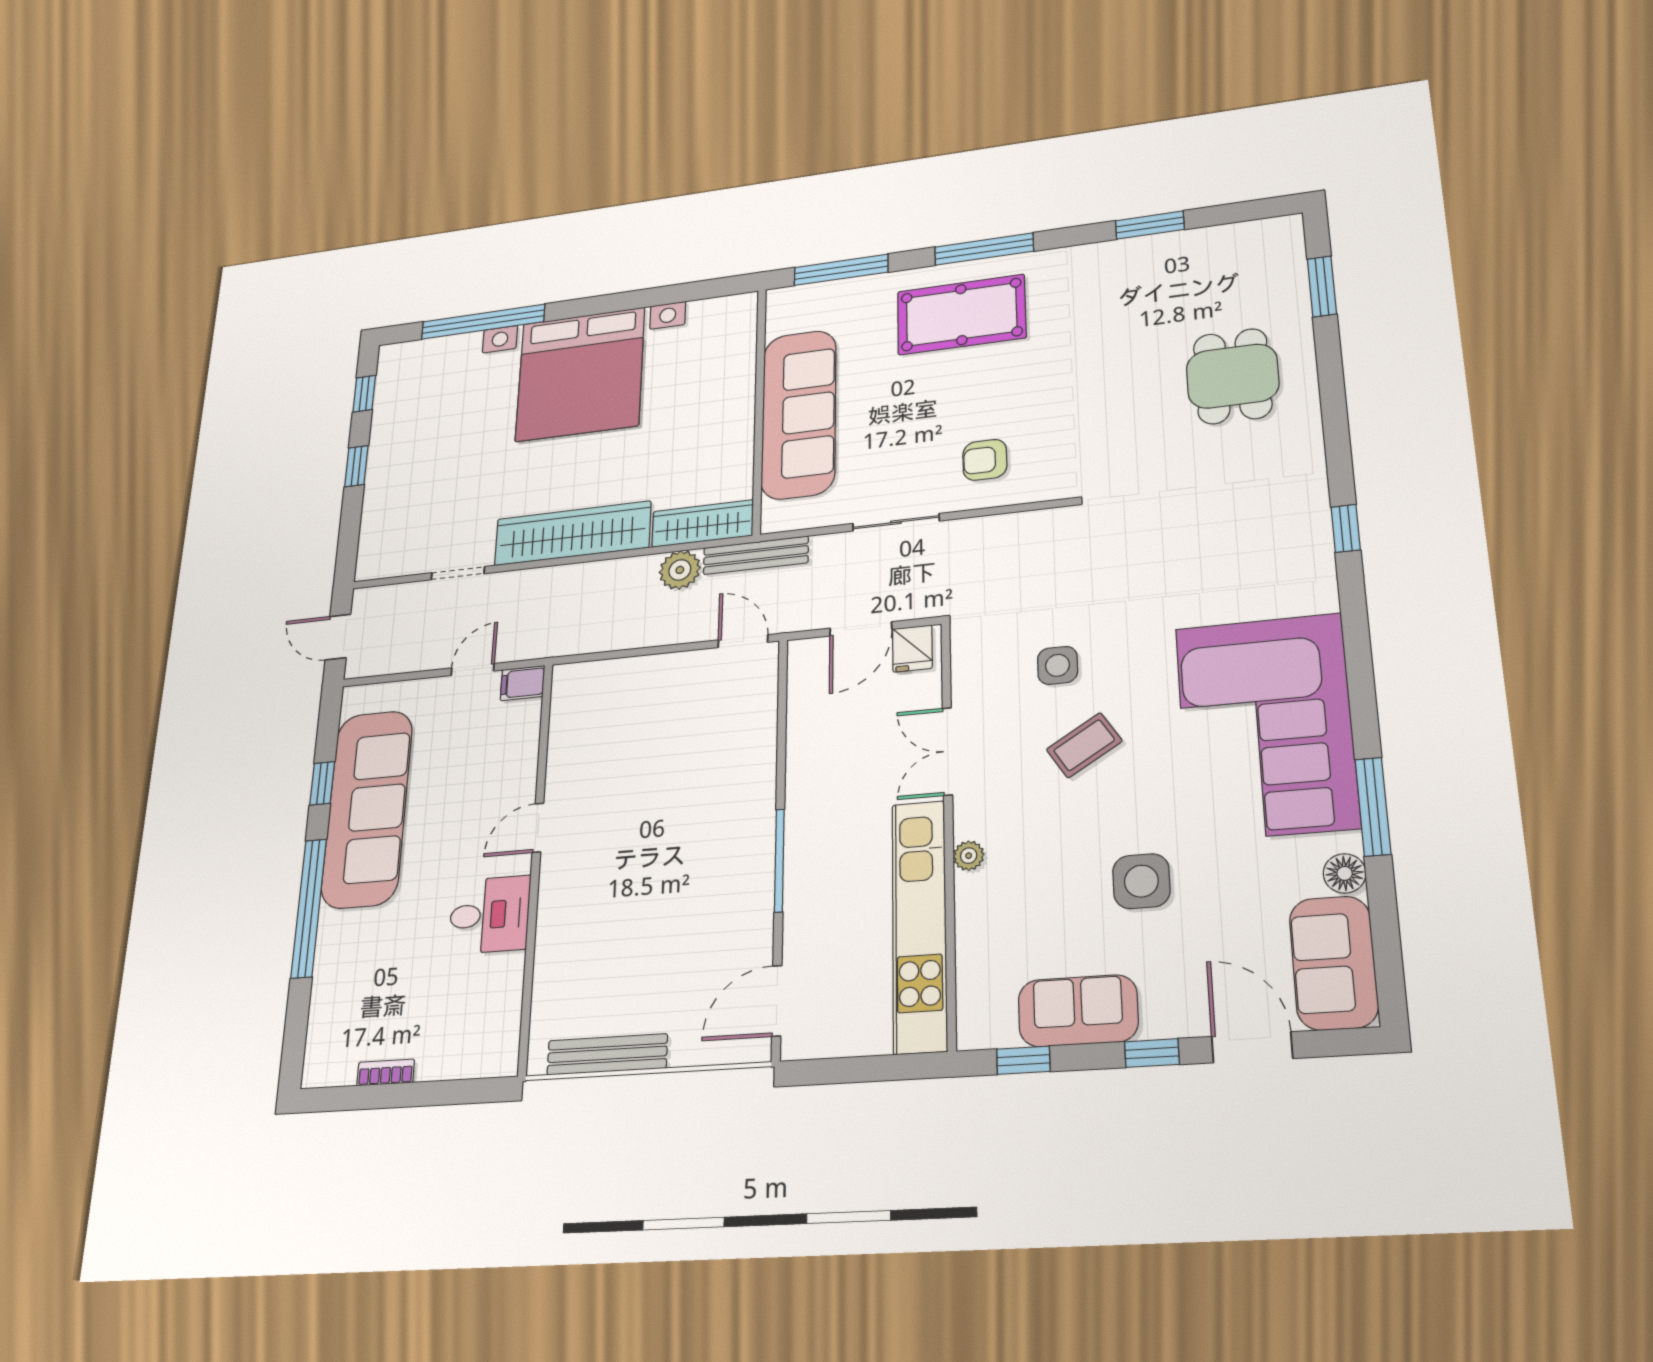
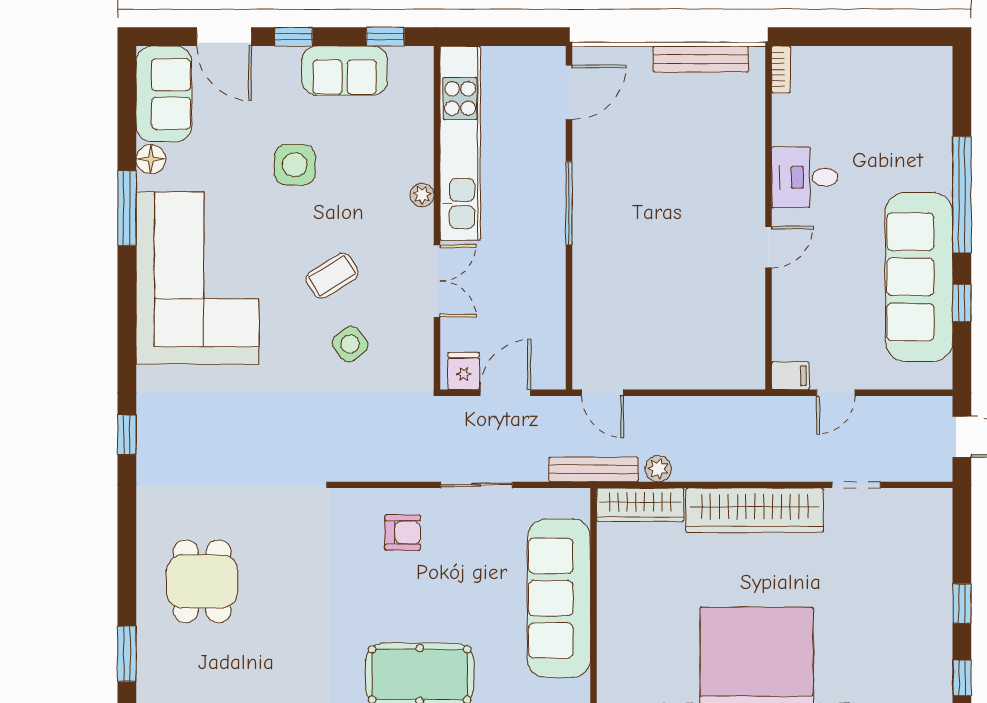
plant: (680, 570) -> (658, 469), width x0.73, depth x0.73
side table: (1058, 665) -> (350, 344), turned -38
bookcase: (386, 1072) -> (781, 69), moved, turned -90

